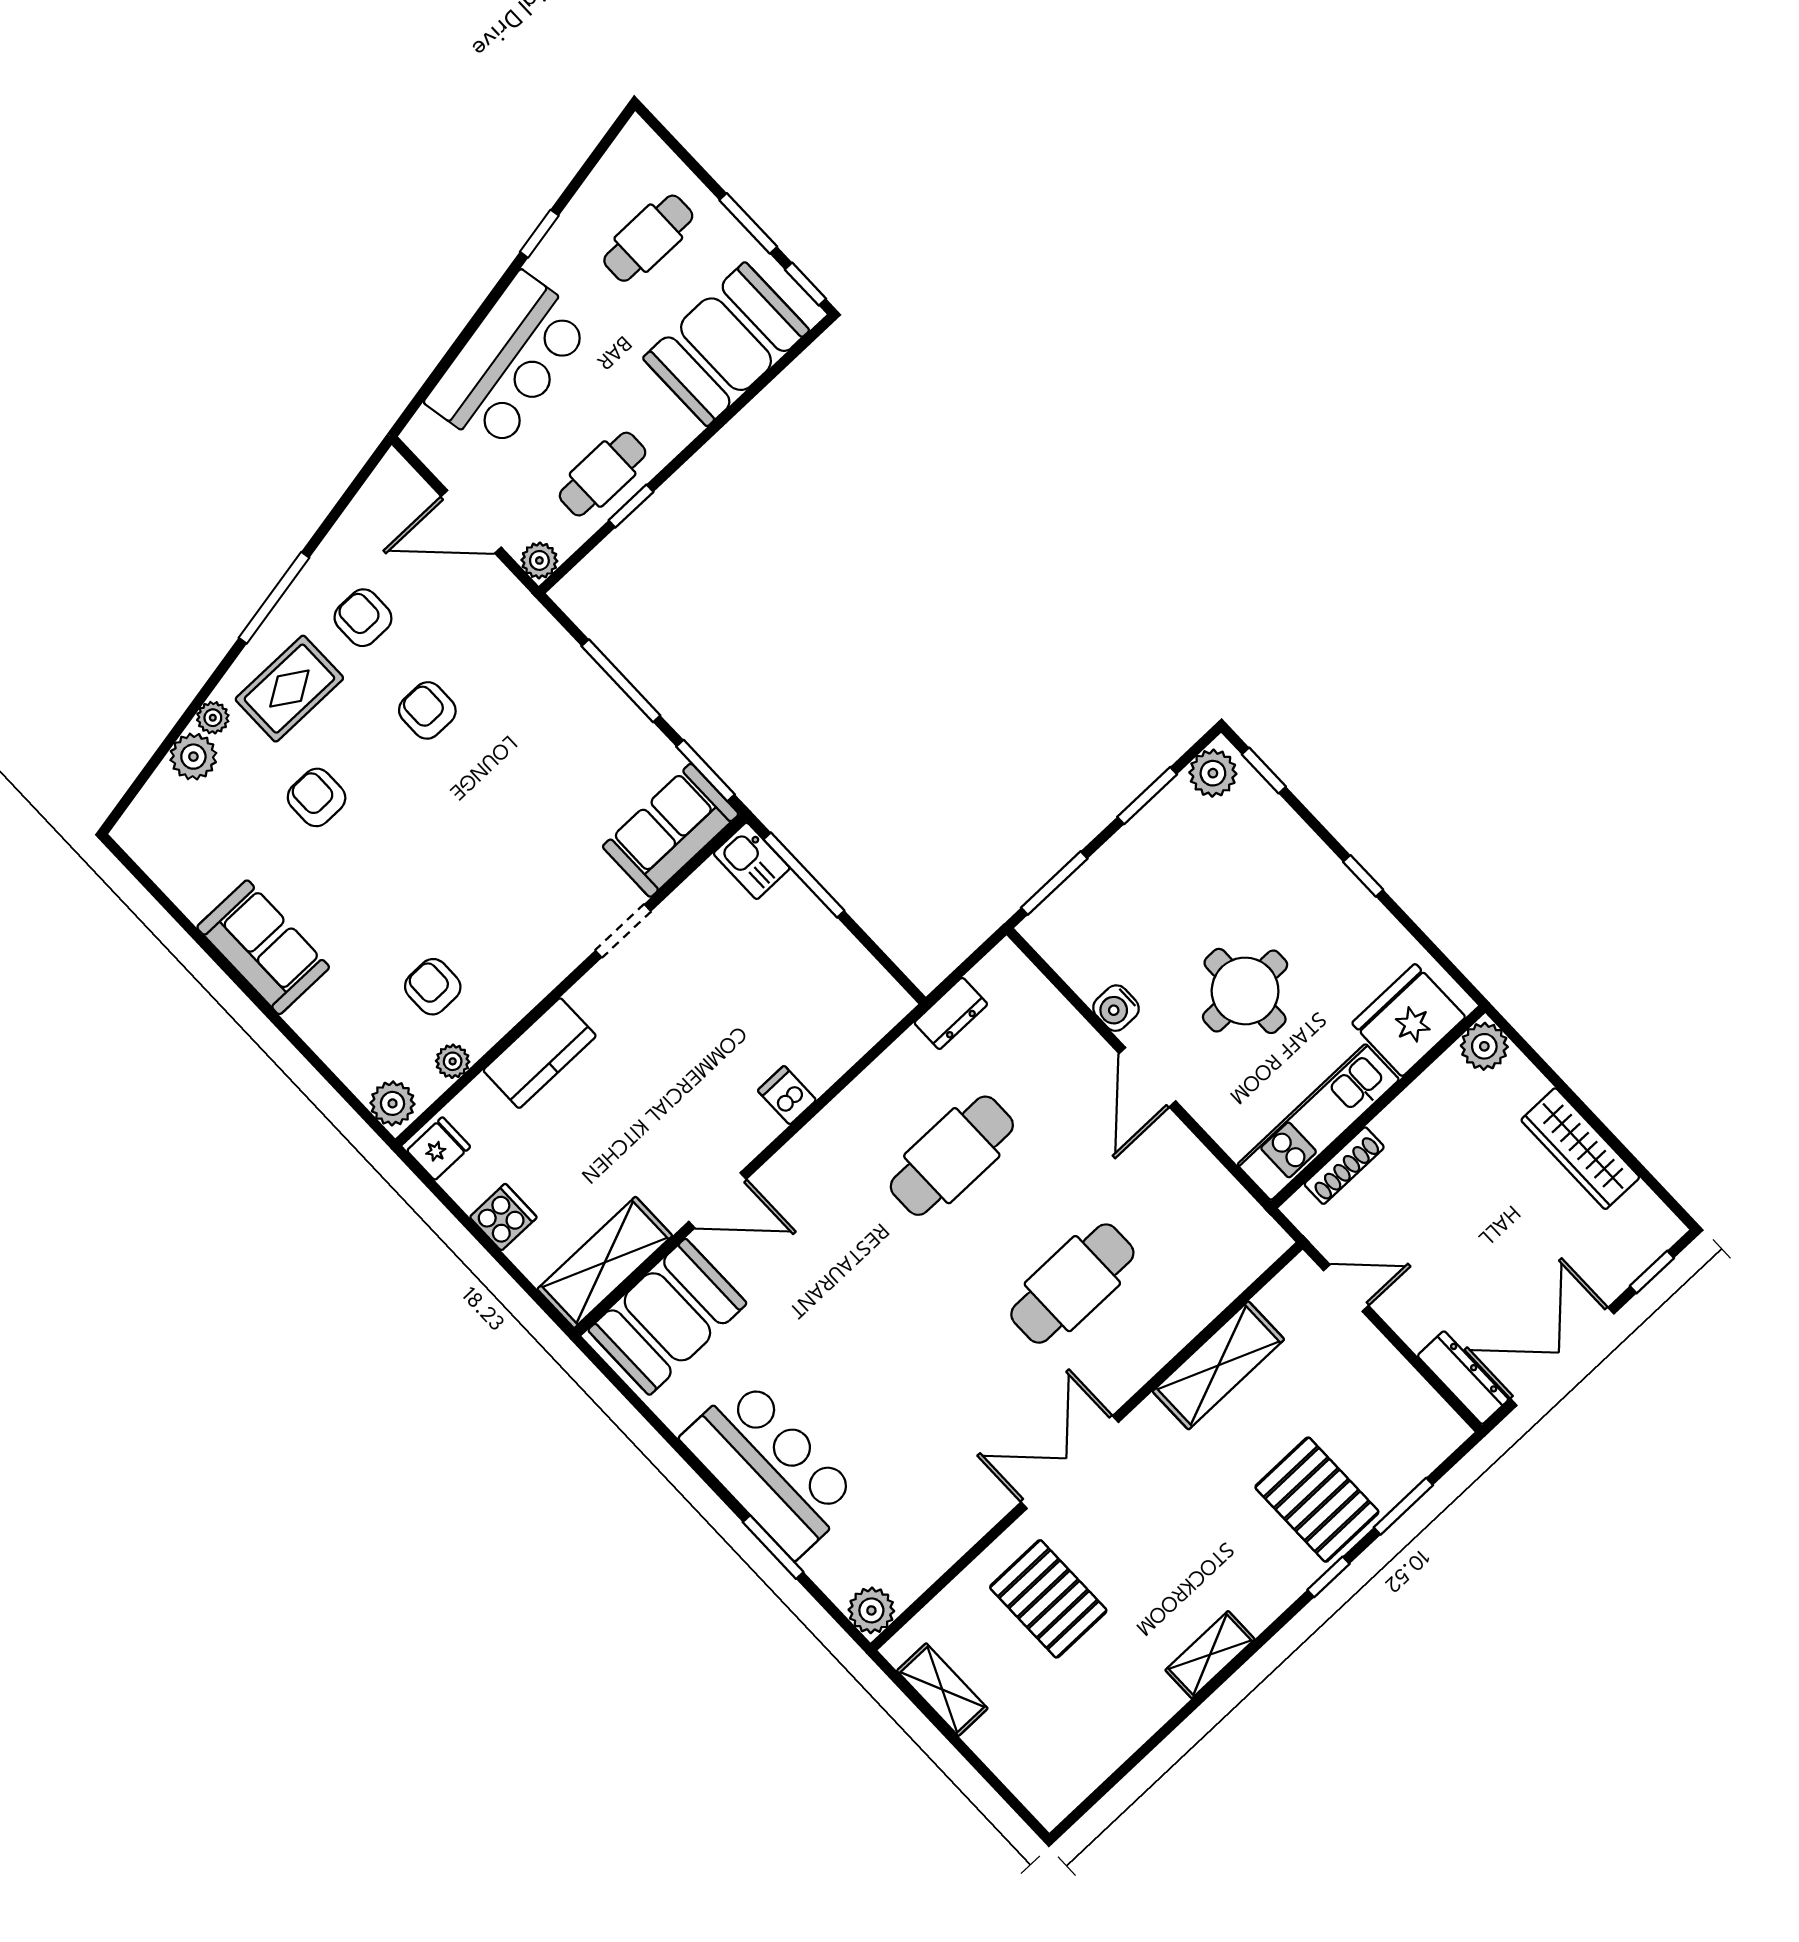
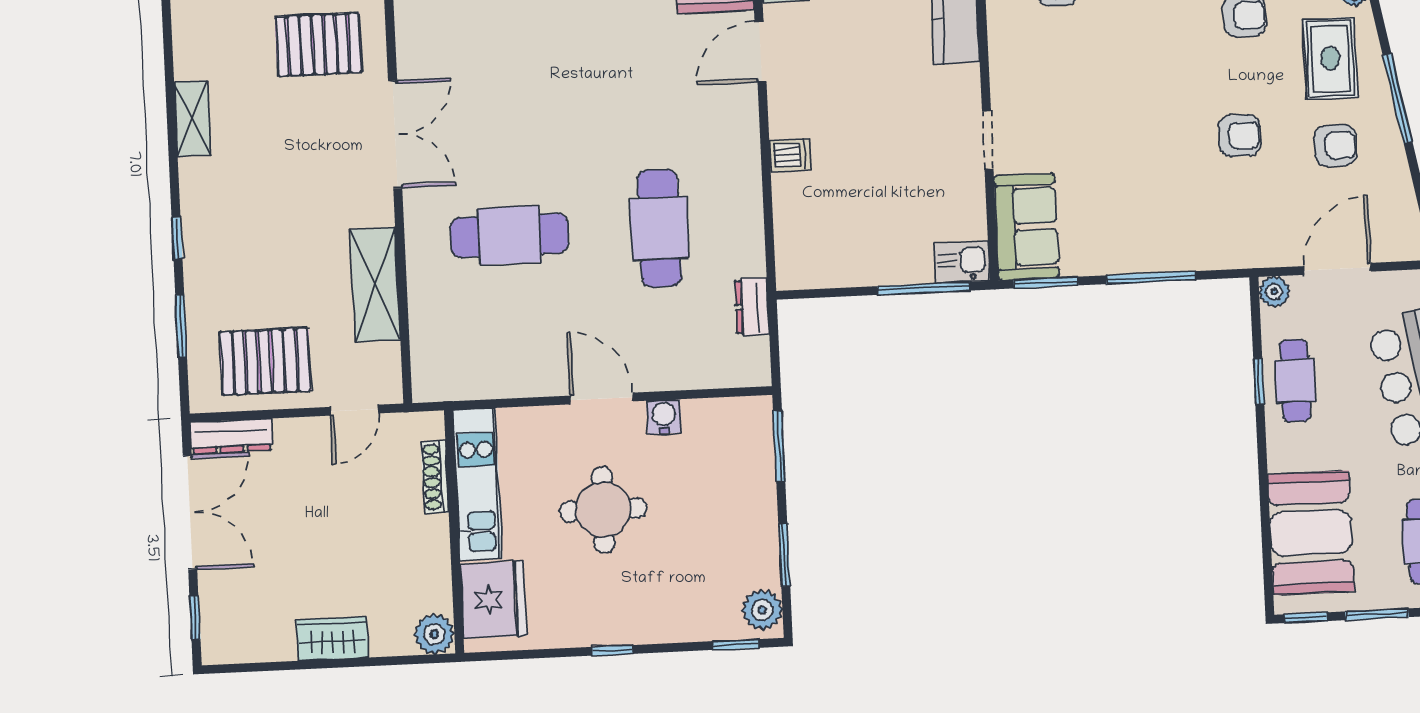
wardrobe: (1580, 1149) -> (332, 639), width x0.67
cafe table: (1072, 1284) -> (509, 235), turned 90
pallet: (1317, 1500) -> (265, 361), moved

